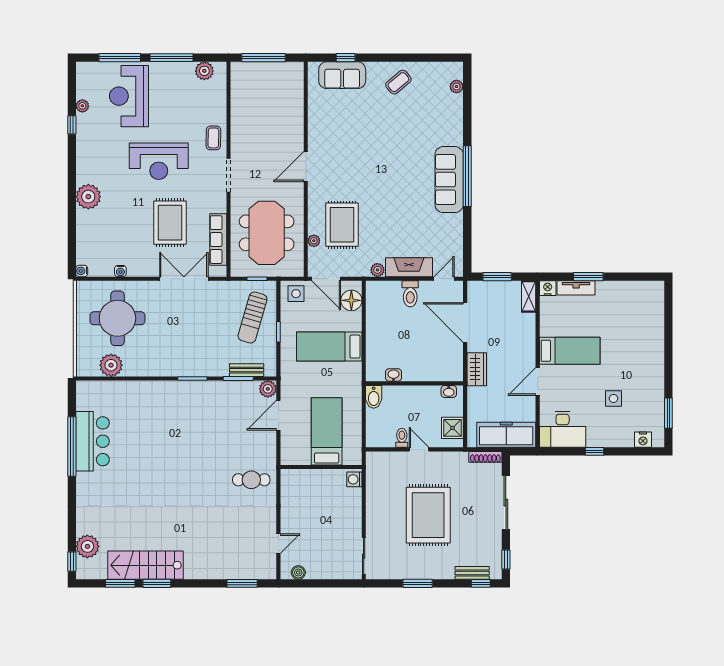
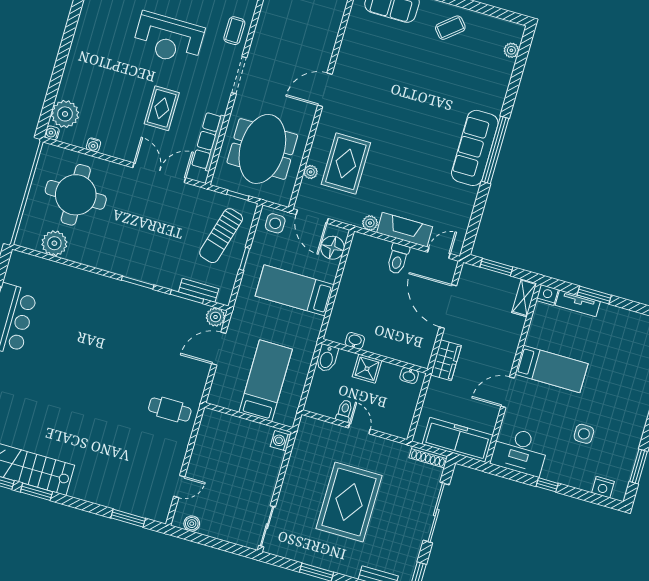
plant: (88, 197) -> (65, 114), moved
rug: (170, 223) -> (162, 108), width x0.73, depth x0.70
shower: (452, 428) -> (367, 369), moved

